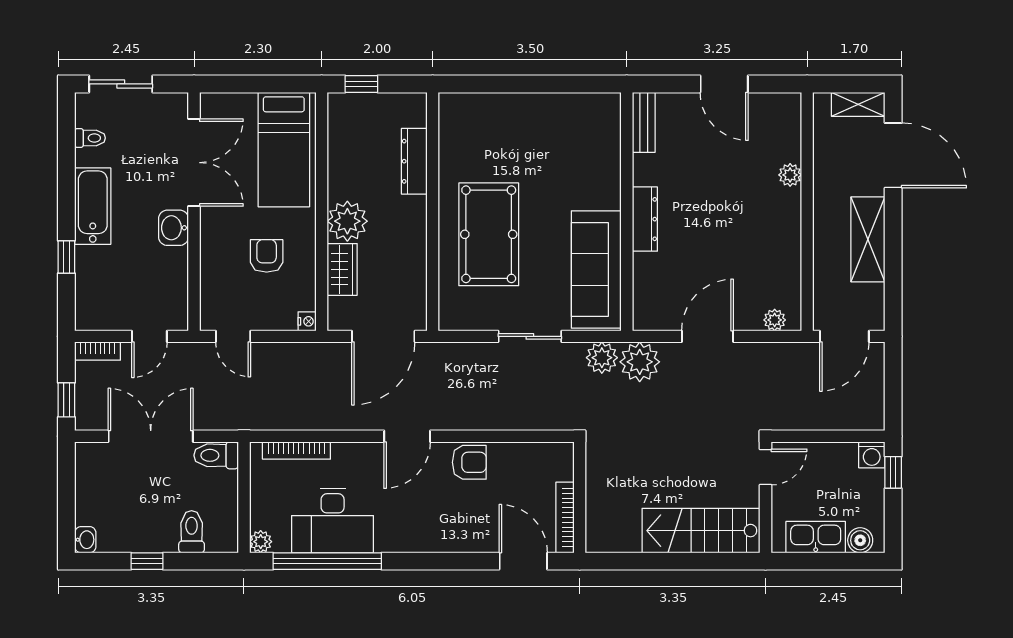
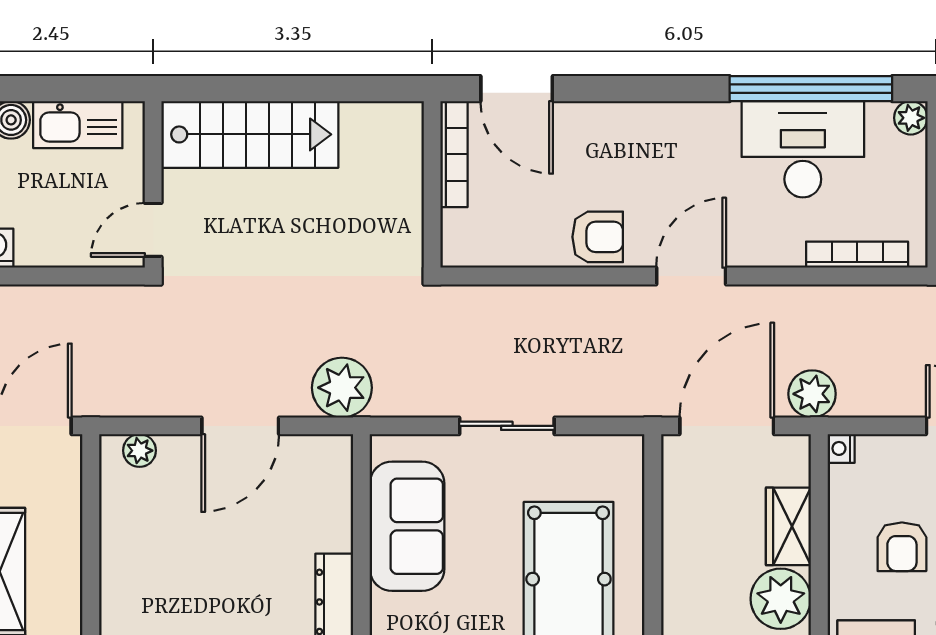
sofa: (596, 270) -> (407, 526), width x0.73
plant: (602, 358) -> (812, 394), moved
armchair: (469, 462) -> (598, 237), turned 180

